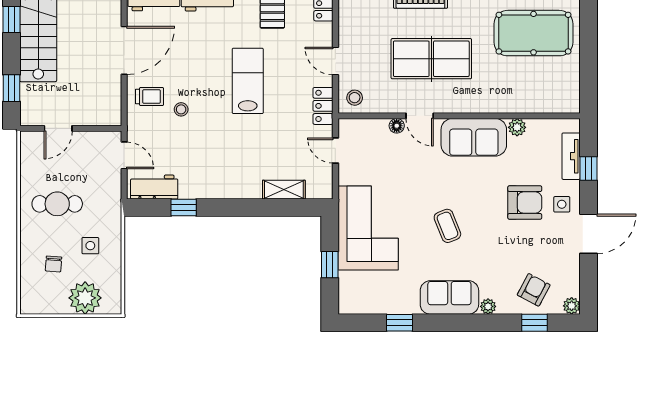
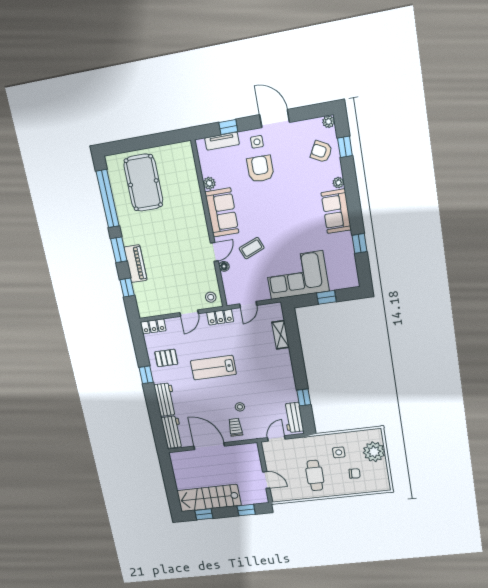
table tennis table: (431, 59) -> (175, 250), removed
coffee table: (447, 226) -> (252, 248), moved

